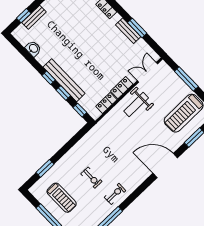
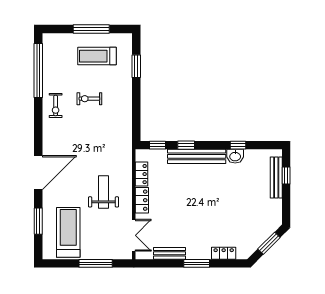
bench: (34, 17) -> (276, 178), width x1.36
window: (137, 28) -> (197, 263), moved
bench: (128, 31) -> (170, 253), moved
washbasin: (33, 49) -> (235, 156), moved
window: (49, 78) -> (238, 145), moved
weight bench: (136, 104) -> (103, 192), moved

